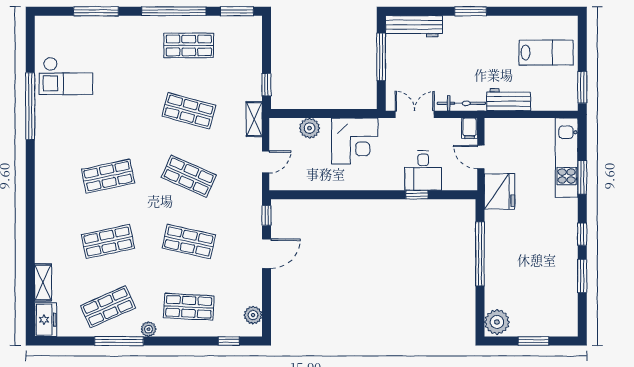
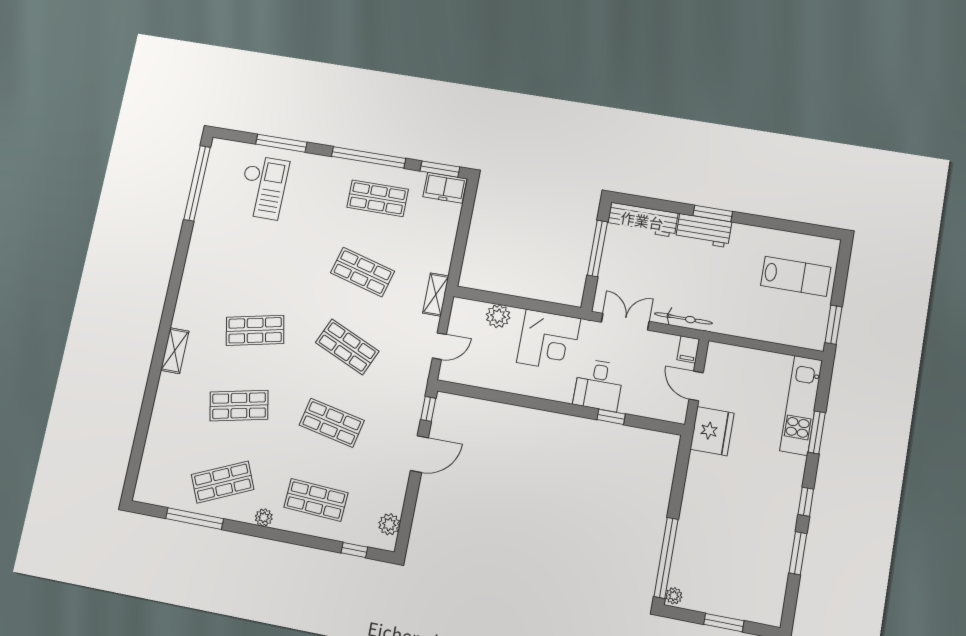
checkout: (66, 76) -> (263, 187), moved, turned -90
window: (267, 85) -> (458, 258), removed
workbench: (509, 100) -> (704, 231), moved, turned 180
window: (30, 106) -> (197, 183), moved
desk: (423, 171) -> (598, 385), moved
window: (480, 254) -> (666, 558), moved
shelving: (43, 282) -> (175, 351), moved
freezer: (46, 320) -> (445, 188), moved, turned 90
plant: (497, 322) -> (674, 596), width x0.53, depth x0.53
window: (119, 341) -> (195, 519), moved

